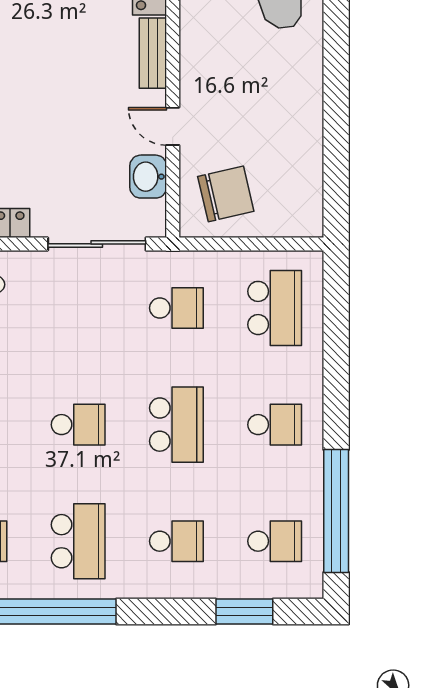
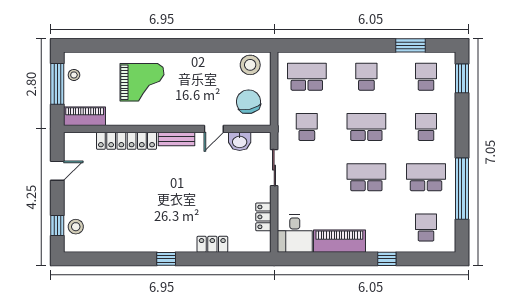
stool: (298, 197) -> (250, 65), added
sliding door: (97, 244) -> (274, 168), width x0.73
school desk: (78, 425) -> (366, 177), width x1.85
window: (336, 511) -> (411, 45), width x0.47
window: (244, 611) -> (462, 78), moved

